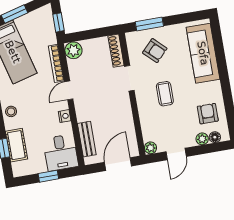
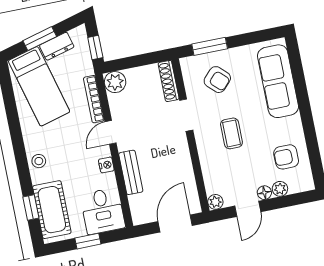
dresser: (28, 21) -> (57, 46), added
armchair: (208, 114) -> (286, 157), turned -90
floor lamp: (215, 137) -> (264, 193), moved
bench: (87, 139) -> (131, 172), moved
cot: (16, 145) -> (52, 210), width x1.37, depth x1.34

